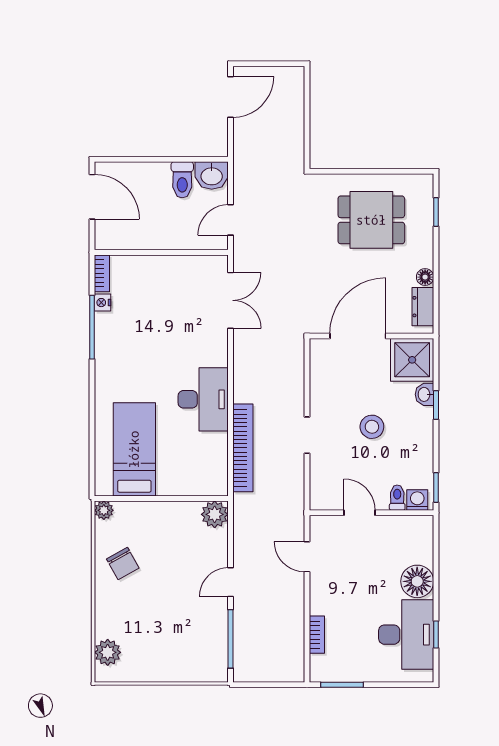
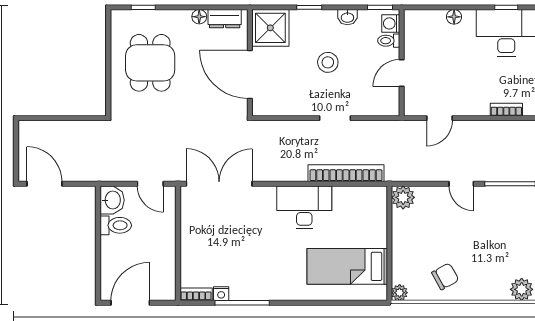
double door: (231, 300) -> (219, 184), width x1.37
washbasin: (425, 394) -> (347, 17), moved
floor lamp: (417, 581) -> (454, 17), width x0.53, depth x0.53

